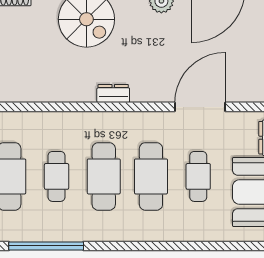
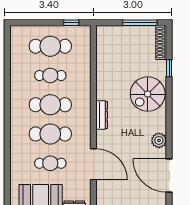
dresser: (113, 94) -> (102, 115), width x1.44
window: (46, 246) -> (7, 69), removed

